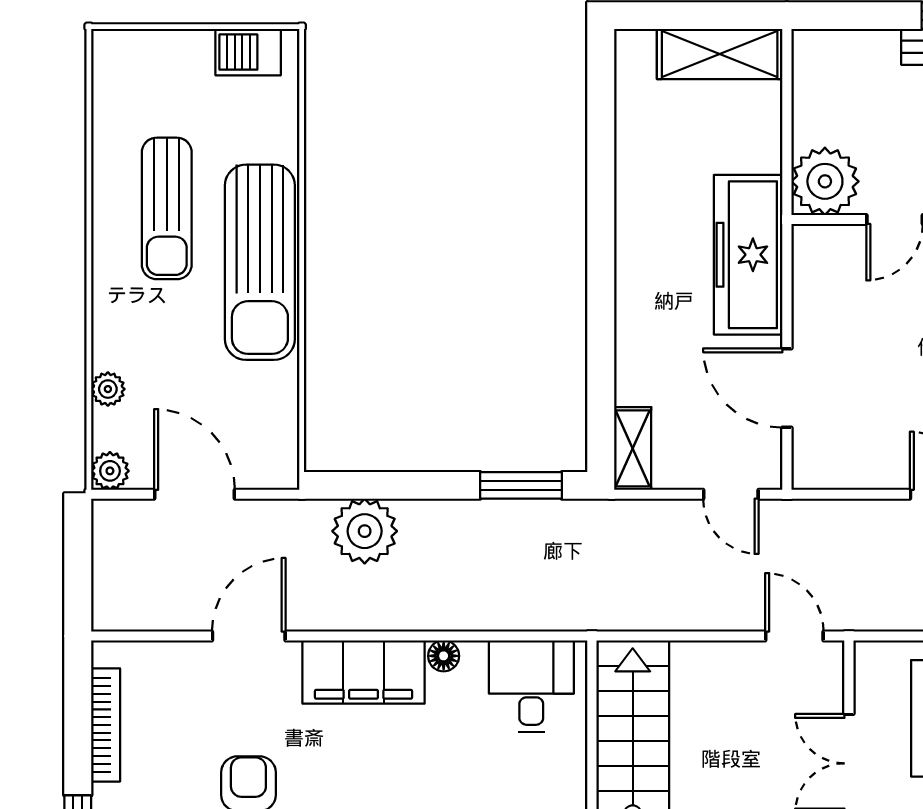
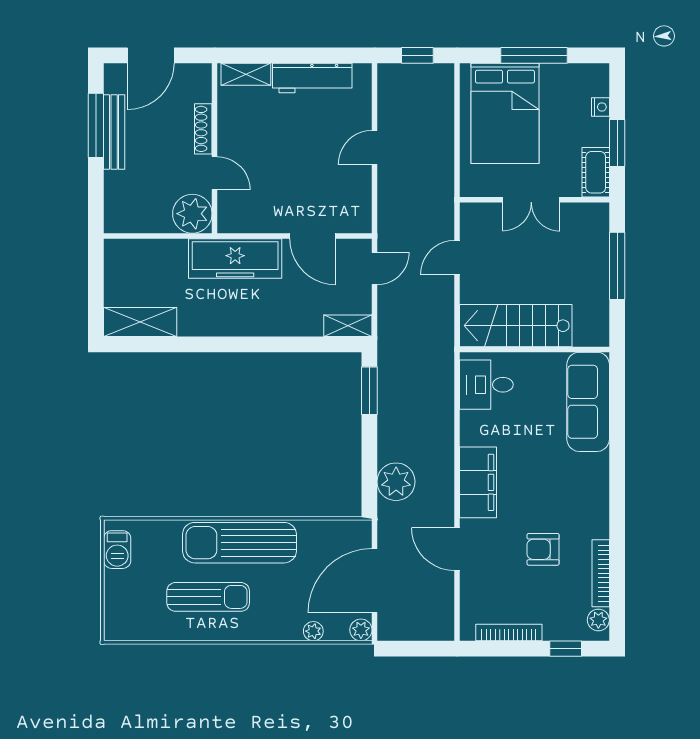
shelving: (720, 54) -> (140, 322), moved, turned 90
sun lounger: (260, 262) -> (239, 543), turned 180
door: (787, 388) -> (313, 236), hinge flipped
door: (195, 494) -> (375, 581), width x1.36
door: (794, 636) -> (457, 258), moved
floor lamp: (444, 656) -> (469, 436), removed

